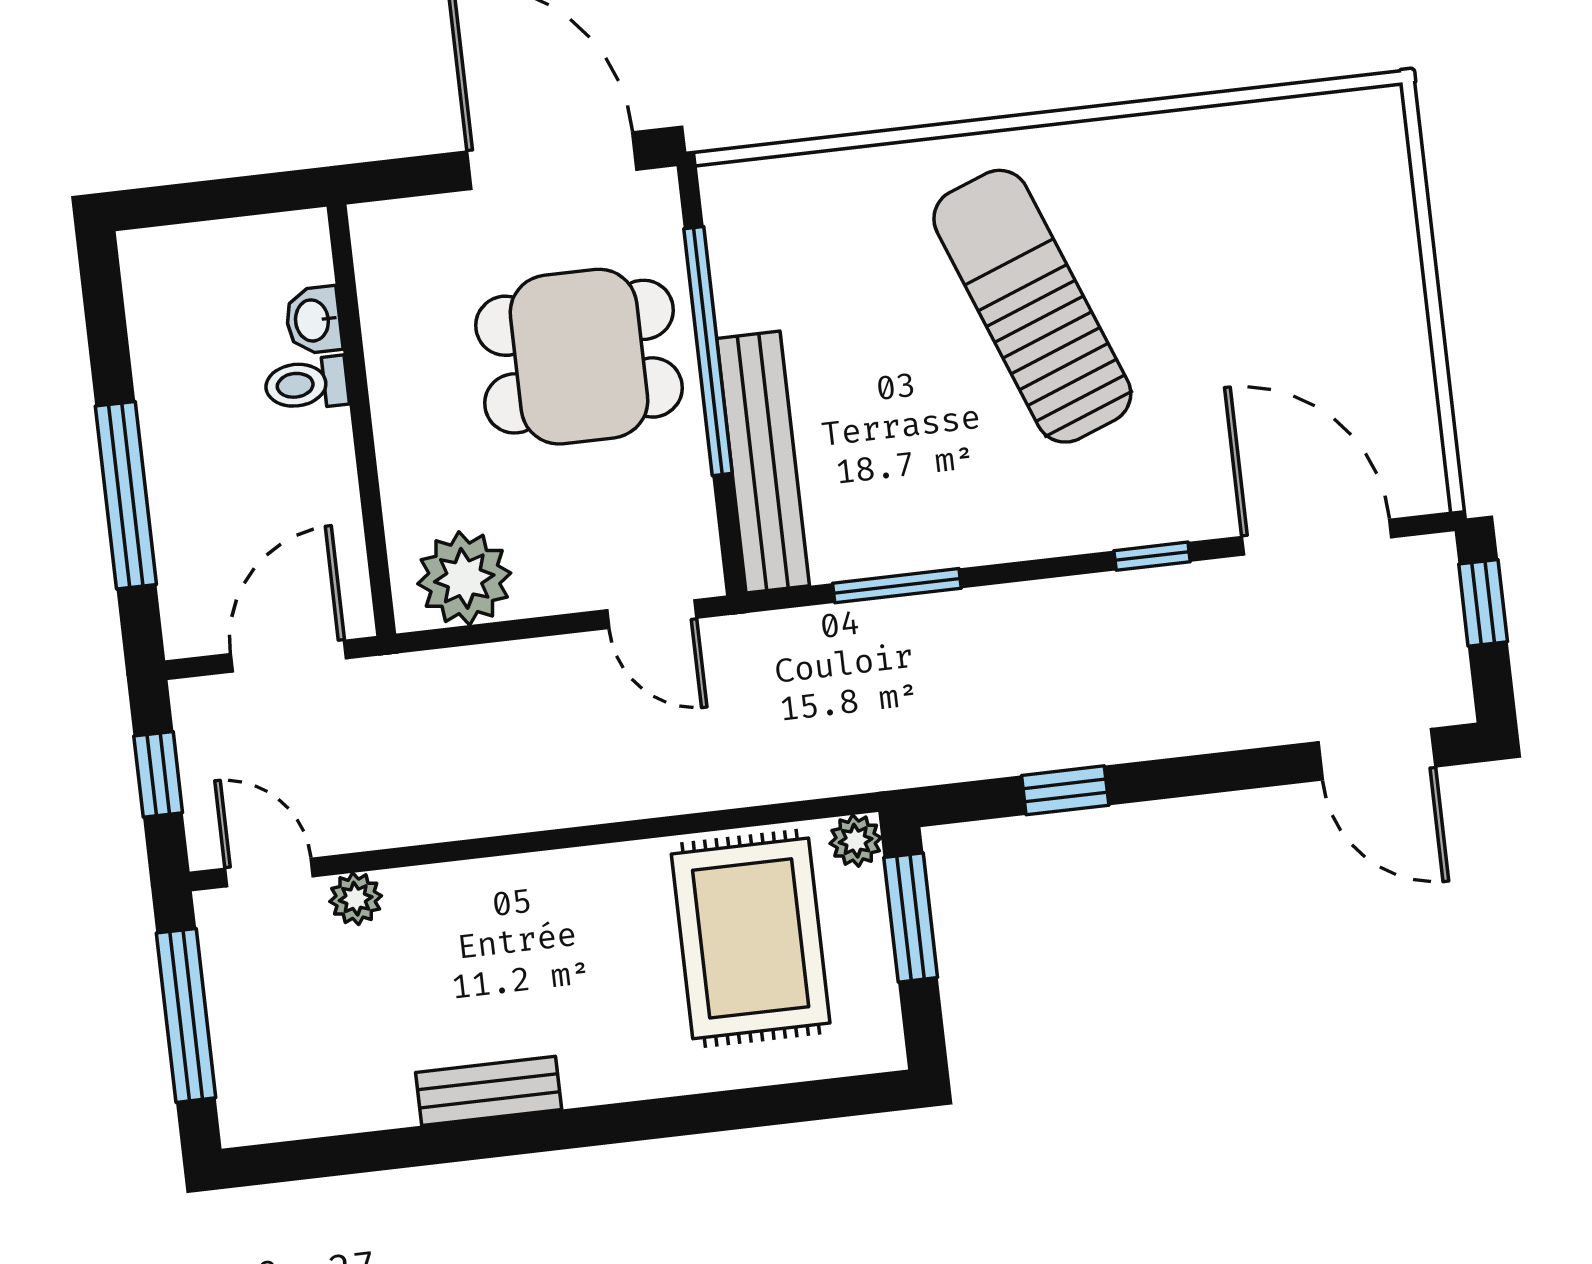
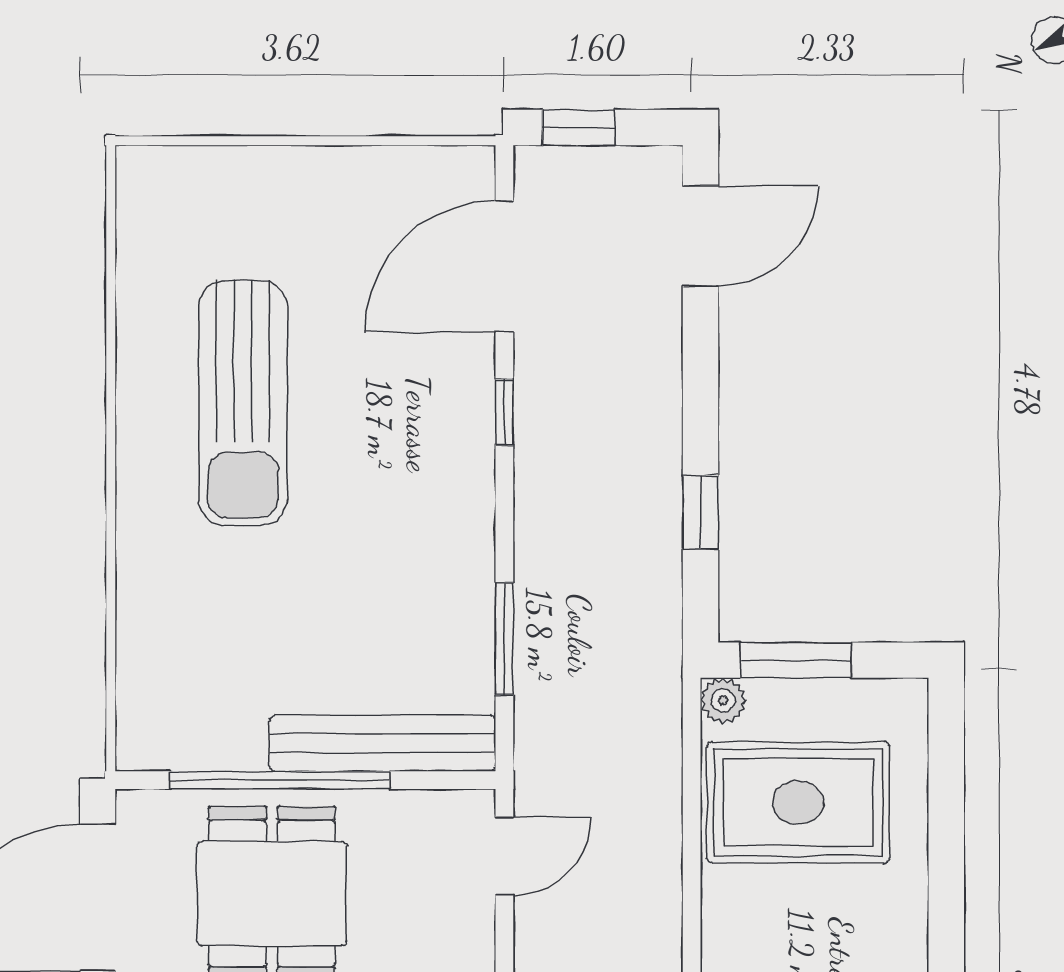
sun lounger: (1032, 306) -> (243, 403), moved, turned -69

